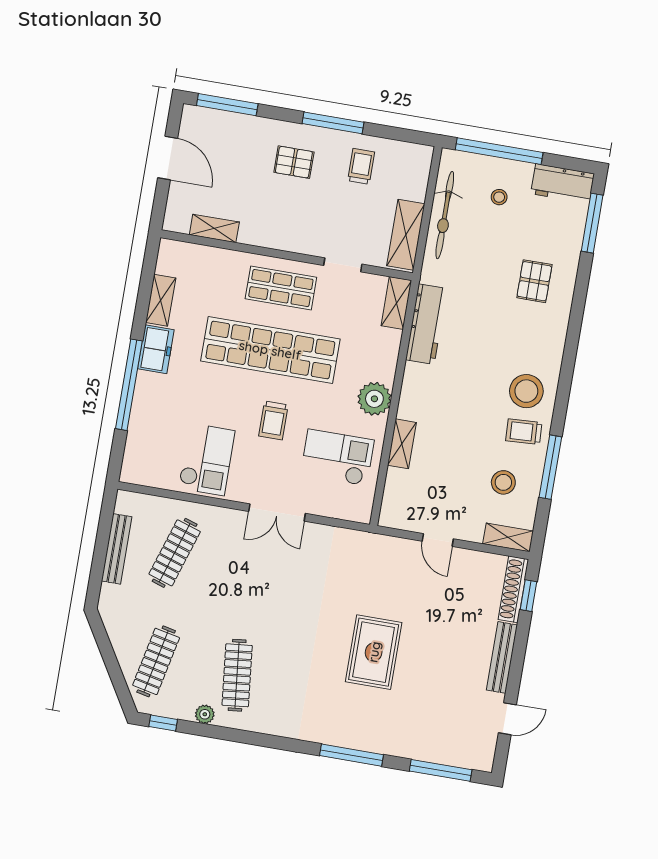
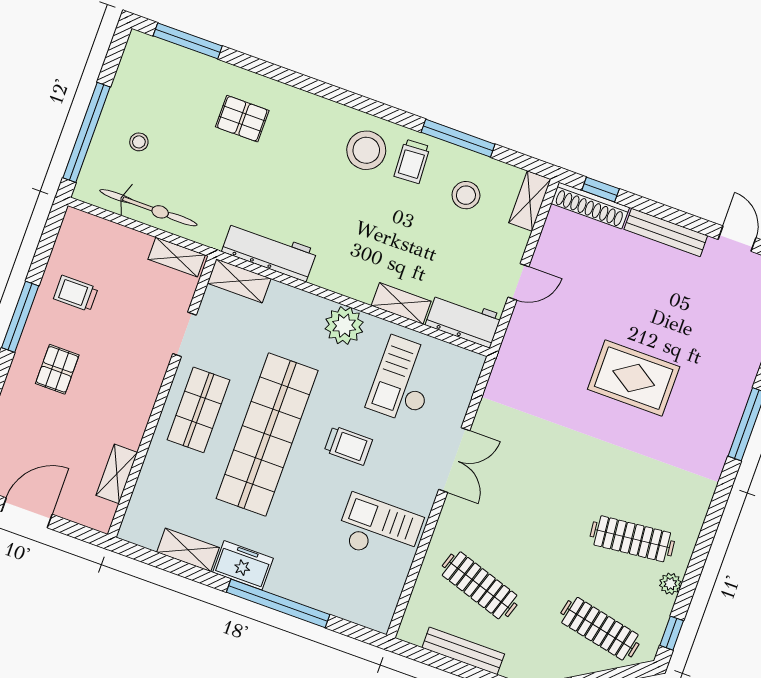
workbench: (563, 184) -> (464, 320), moved, turned -90
shelving: (406, 235) -> (177, 257), width x0.67, depth x0.75

